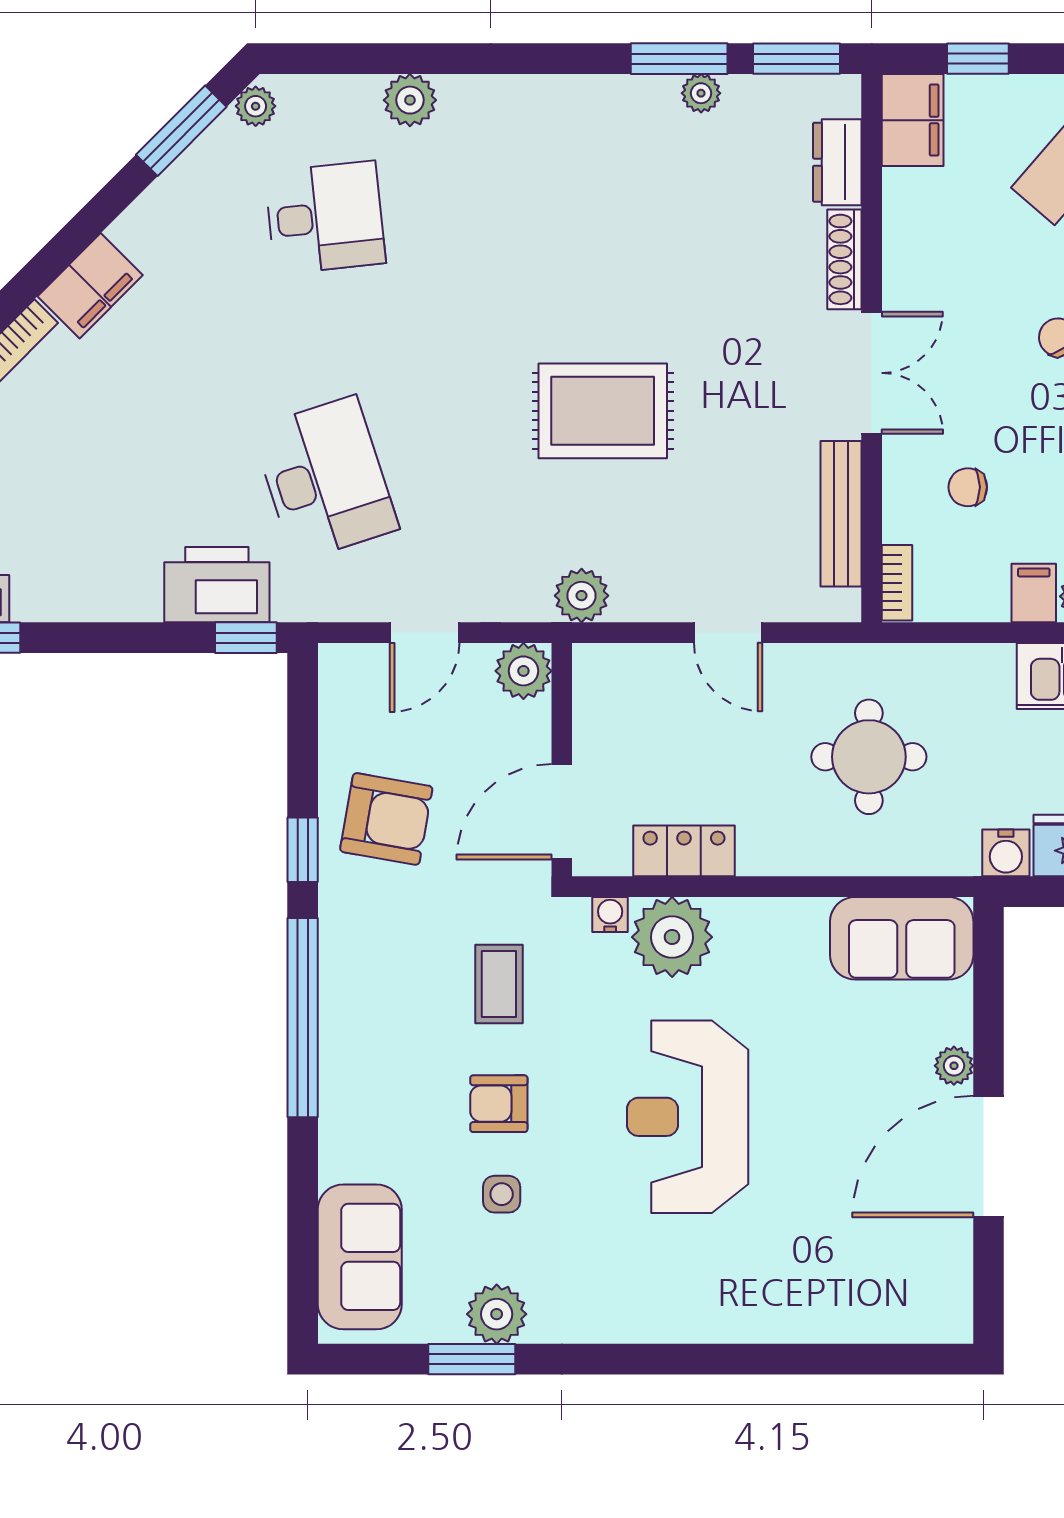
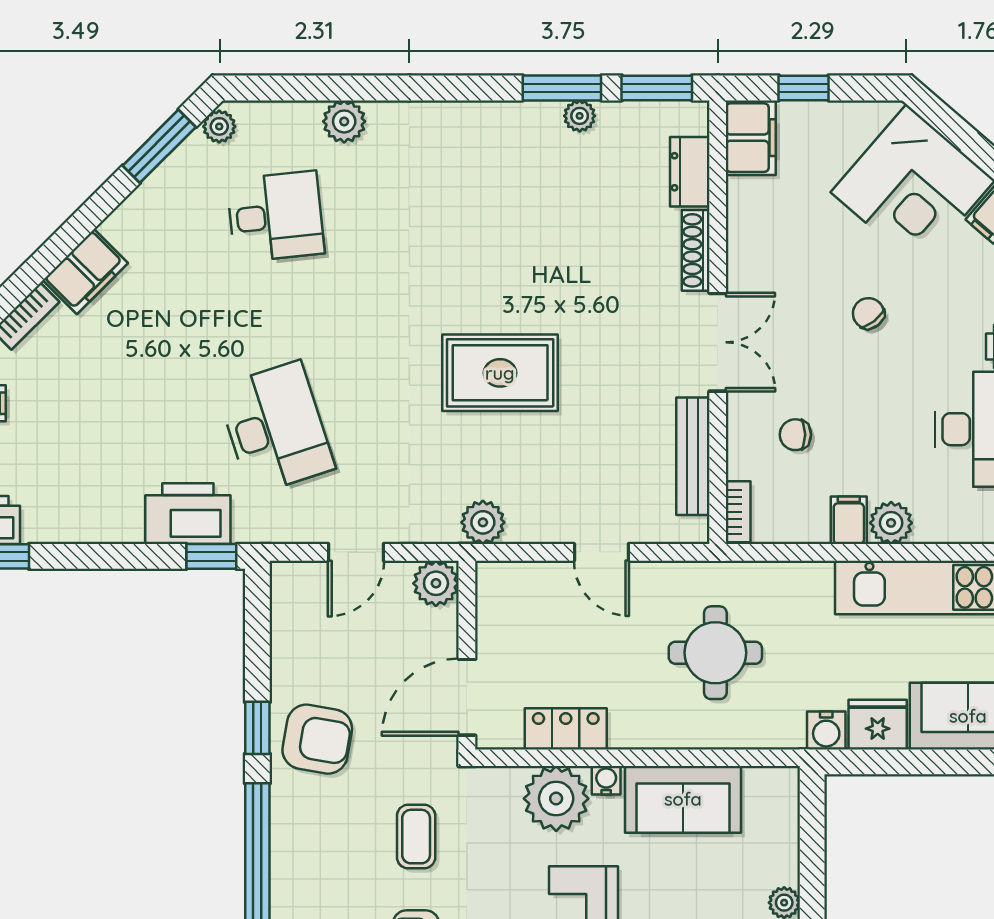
armchair: (386, 819) -> (317, 739), moved
water cooler: (610, 914) -> (606, 780), moved
sofa: (902, 938) -> (683, 799), moved

